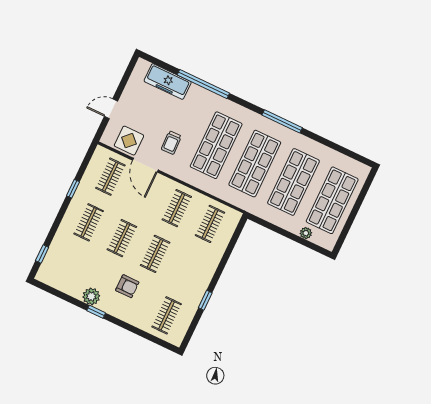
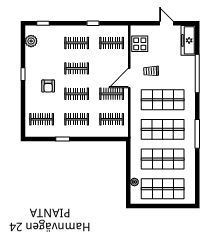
freezer: (168, 82) -> (188, 40), moved
door: (111, 109) -> (166, 23), moved
door: (145, 165) -> (129, 78), moved
clothes rail: (188, 270) -> (77, 119), added
plant: (91, 296) -> (31, 41), moved

